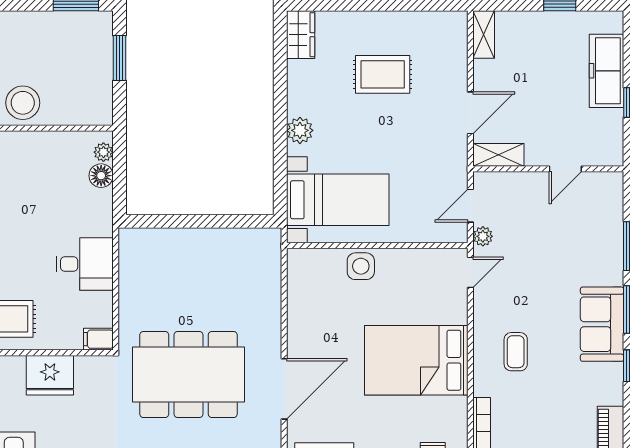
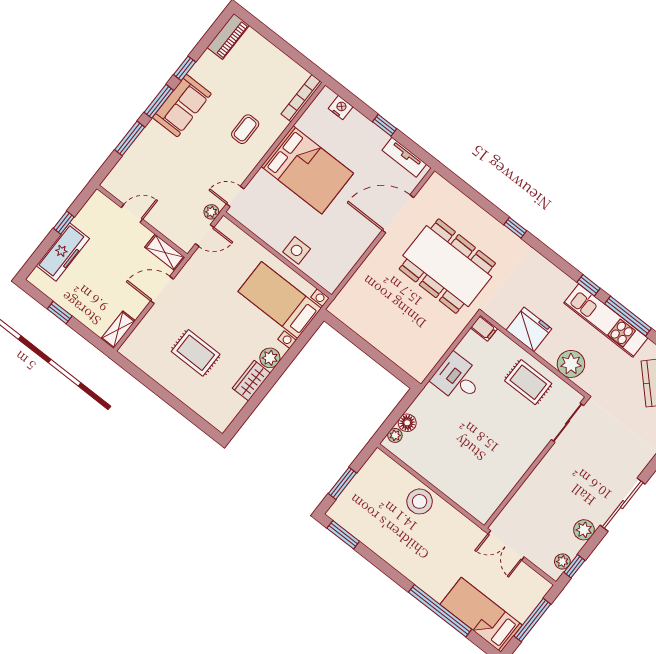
wardrobe: (301, 35) -> (251, 381), moved

